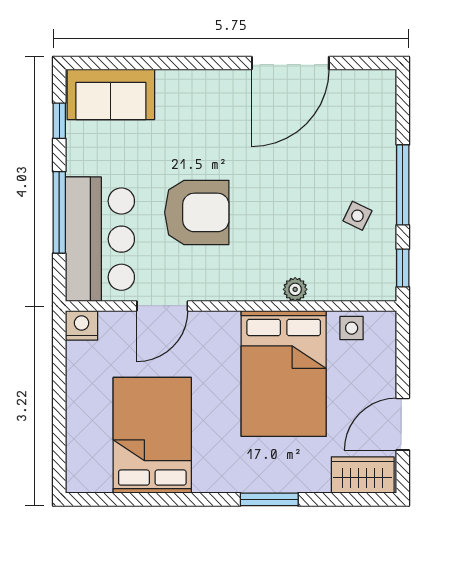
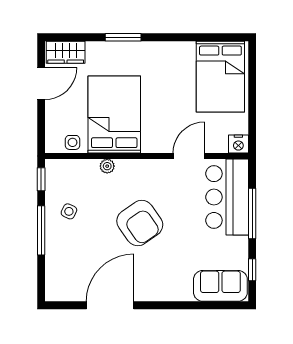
armchair: (197, 212) -> (140, 223), moved, turned -125
bed: (152, 435) -> (220, 77), moved

